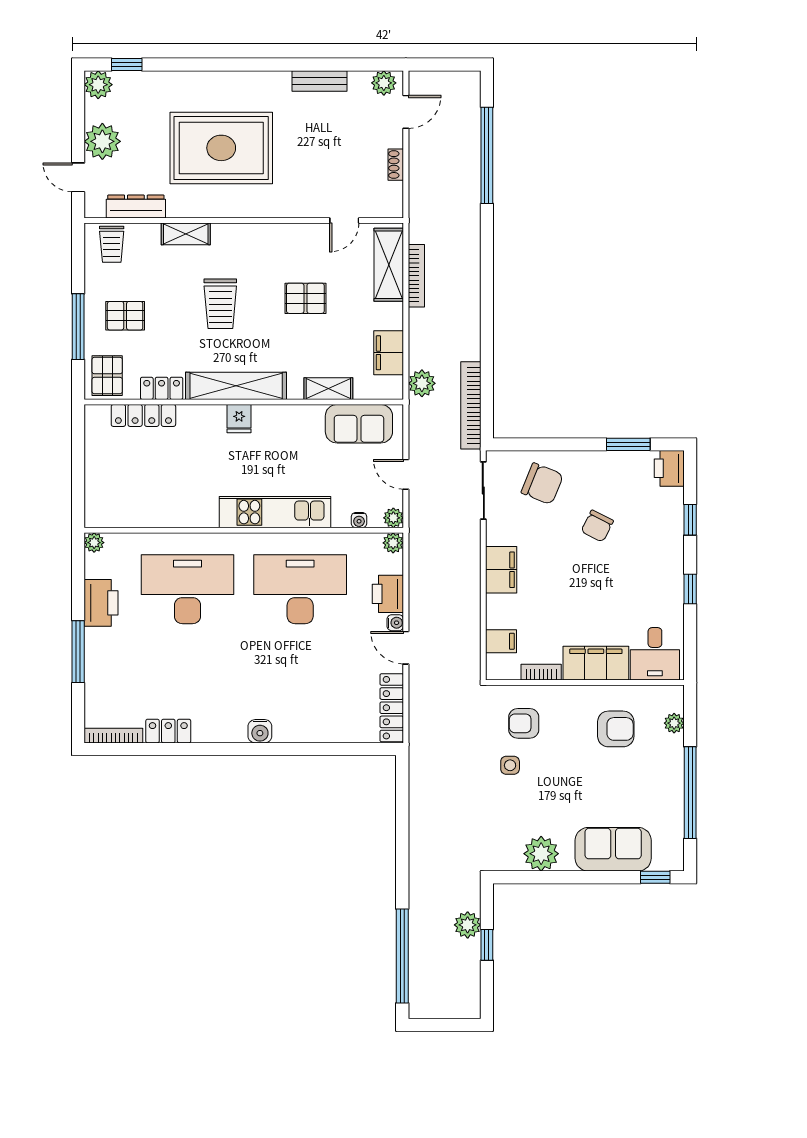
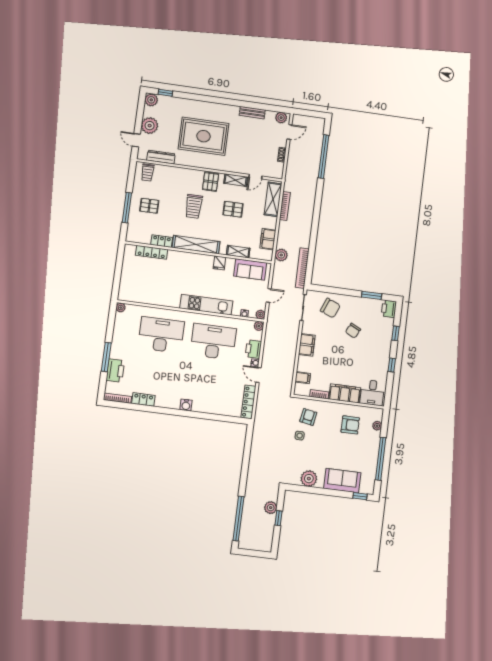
shelving: (186, 234) -> (236, 180), moved
pallet: (107, 376) -> (211, 182), moved
fridge: (239, 419) -> (219, 263), moved
door: (406, 474) -> (269, 295), swing flipped
printer: (101, 603) -> (115, 371), moved
armchair: (524, 723) -> (308, 417), turned 100

